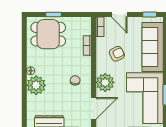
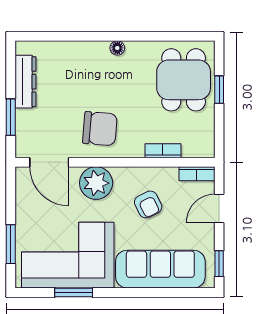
chair: (75, 80) -> (100, 129), width x1.87, depth x1.87
plant: (36, 85) -> (91, 58), removed

